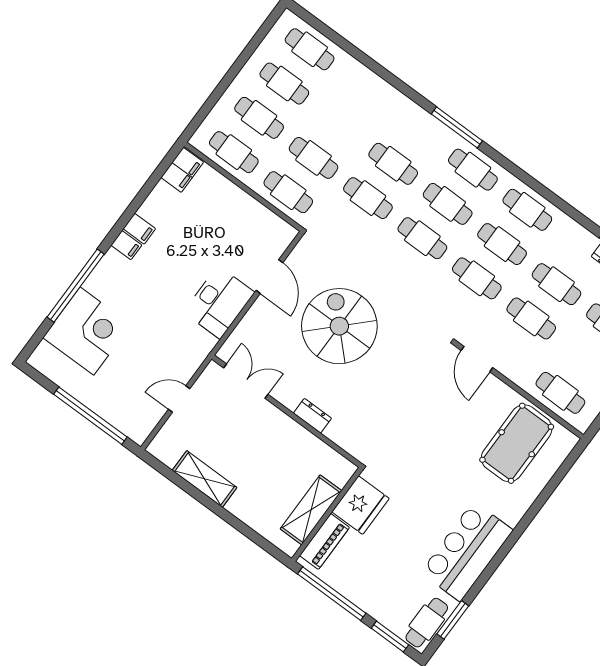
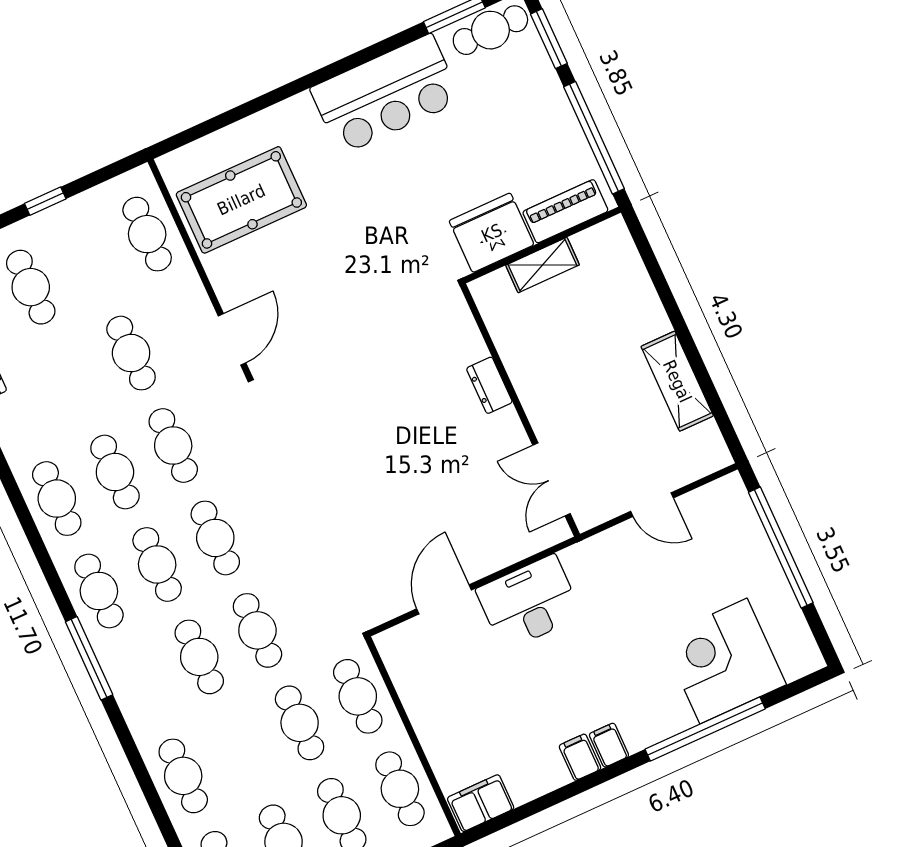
cafe table: (556, 284) -> (183, 776), moved
spiral stairs: (339, 326) -> (389, 483), removed
shelving: (311, 510) -> (543, 265), width x0.67, depth x0.75

